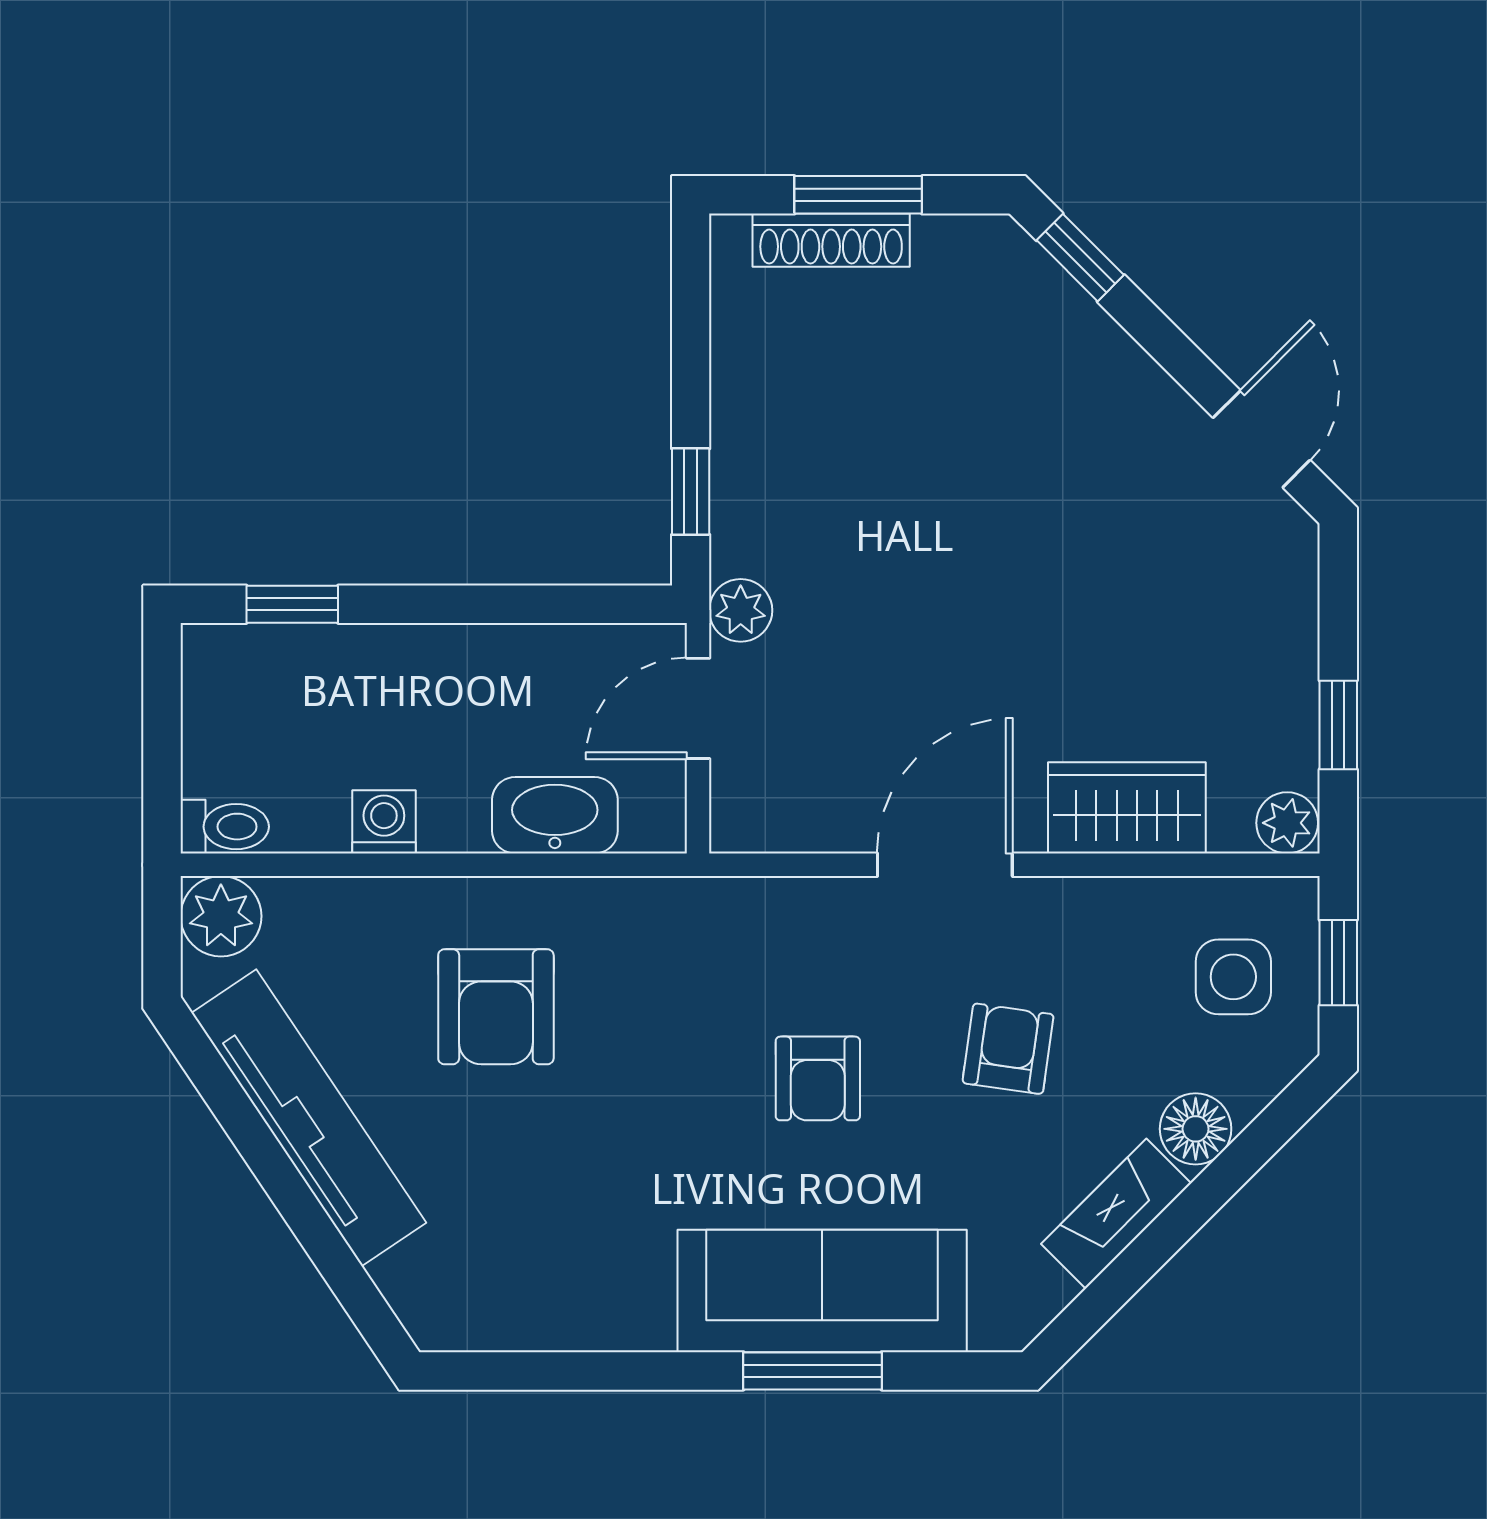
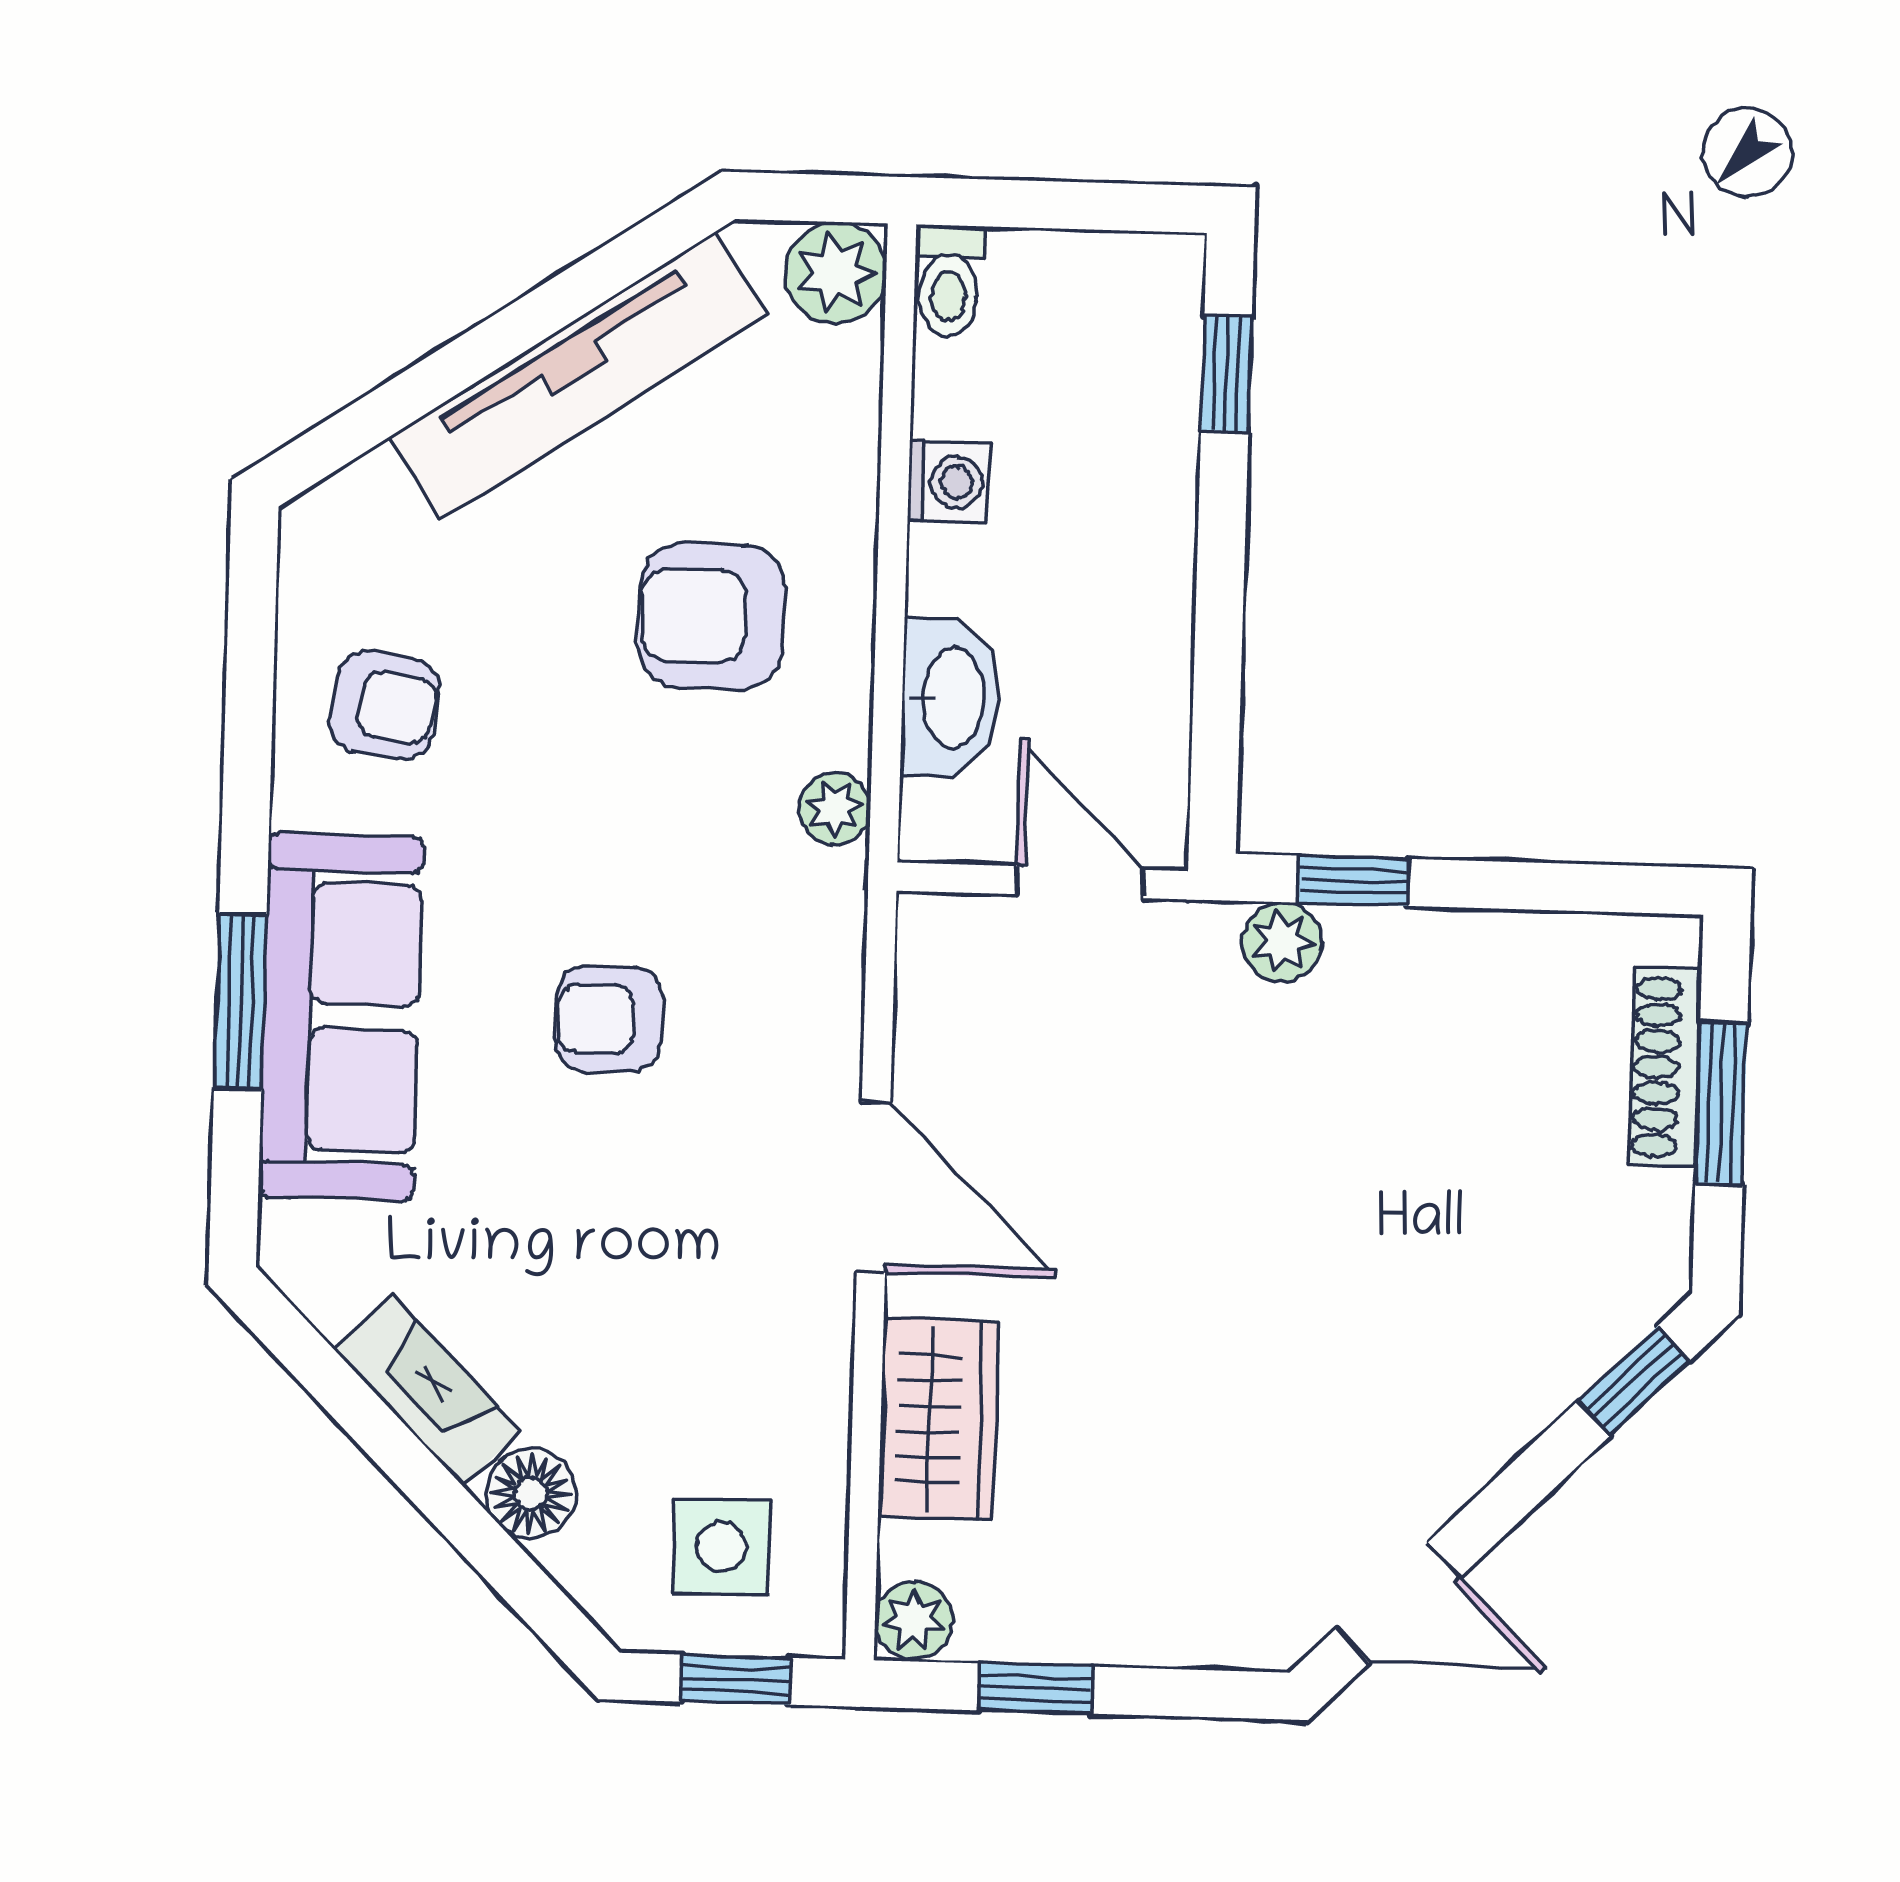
plant: (741, 610) -> (1282, 942), moved
plant: (645, 904) -> (835, 808), added
armchair: (1008, 1049) -> (385, 705), moved

